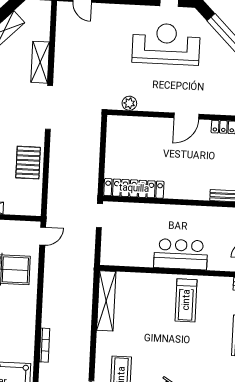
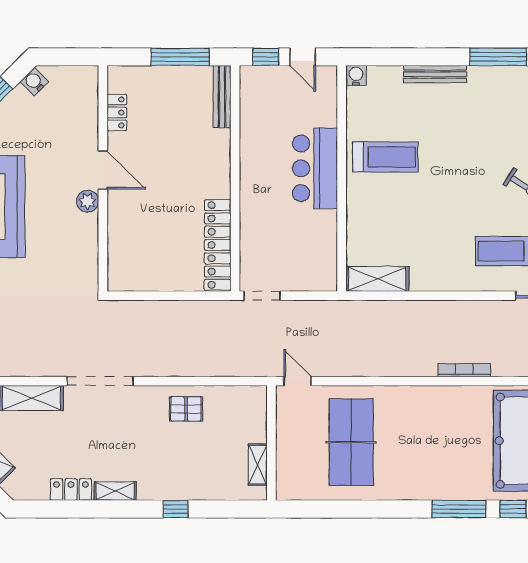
plant: (129, 103) -> (88, 201), moved
pallet: (28, 163) -> (186, 409), width x0.67, depth x0.71
shelving: (106, 301) -> (377, 279), width x0.68

